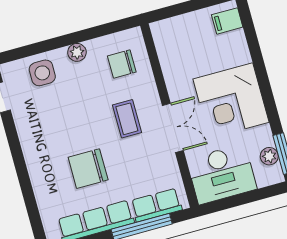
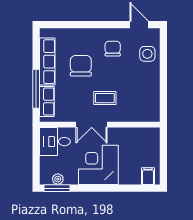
plant: (77, 52) -> (154, 79), removed
chair: (122, 64) -> (113, 49), moved
desk: (222, 174) -> (55, 142), width x0.73

